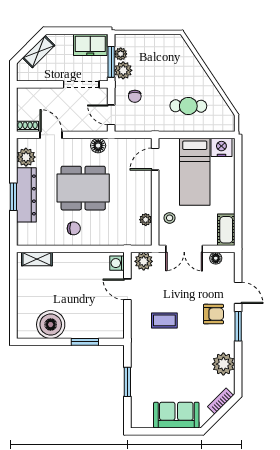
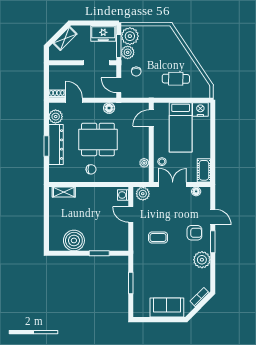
plant: (121, 54) -> (130, 36), width x1.87, depth x1.87
double door: (184, 249) -> (173, 185), swing flipped
plant: (223, 364) -> (202, 260), moved

